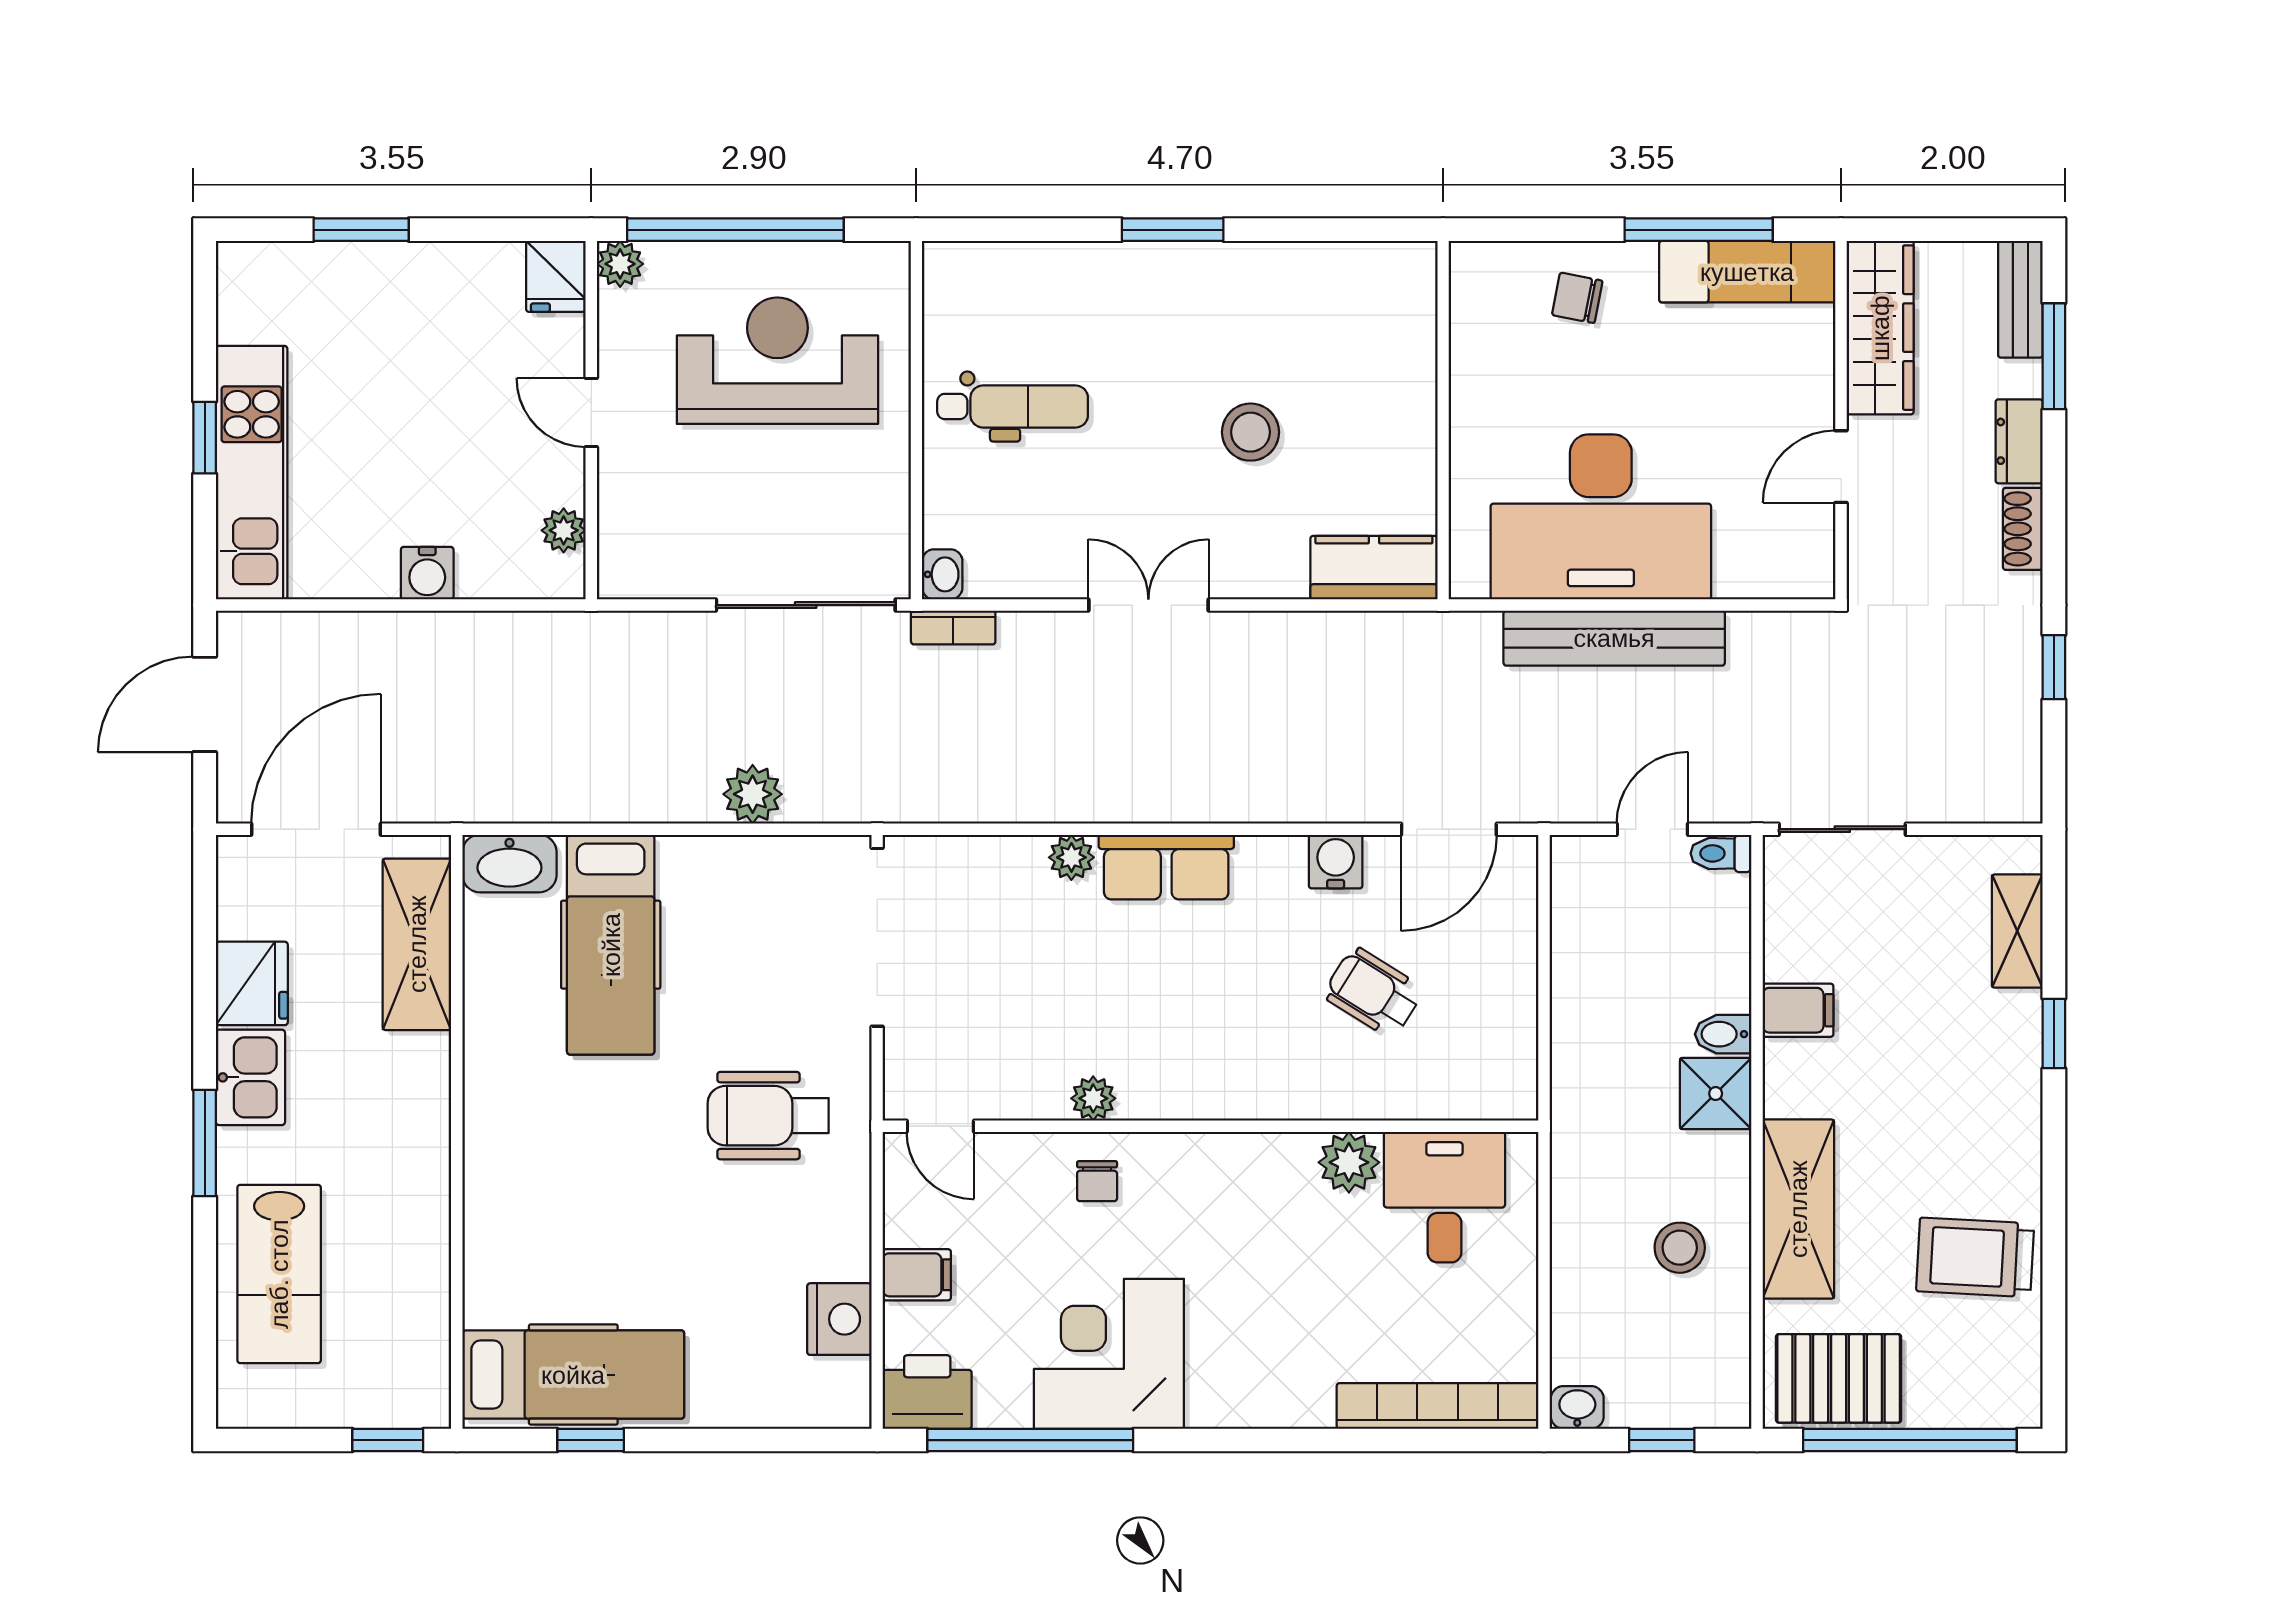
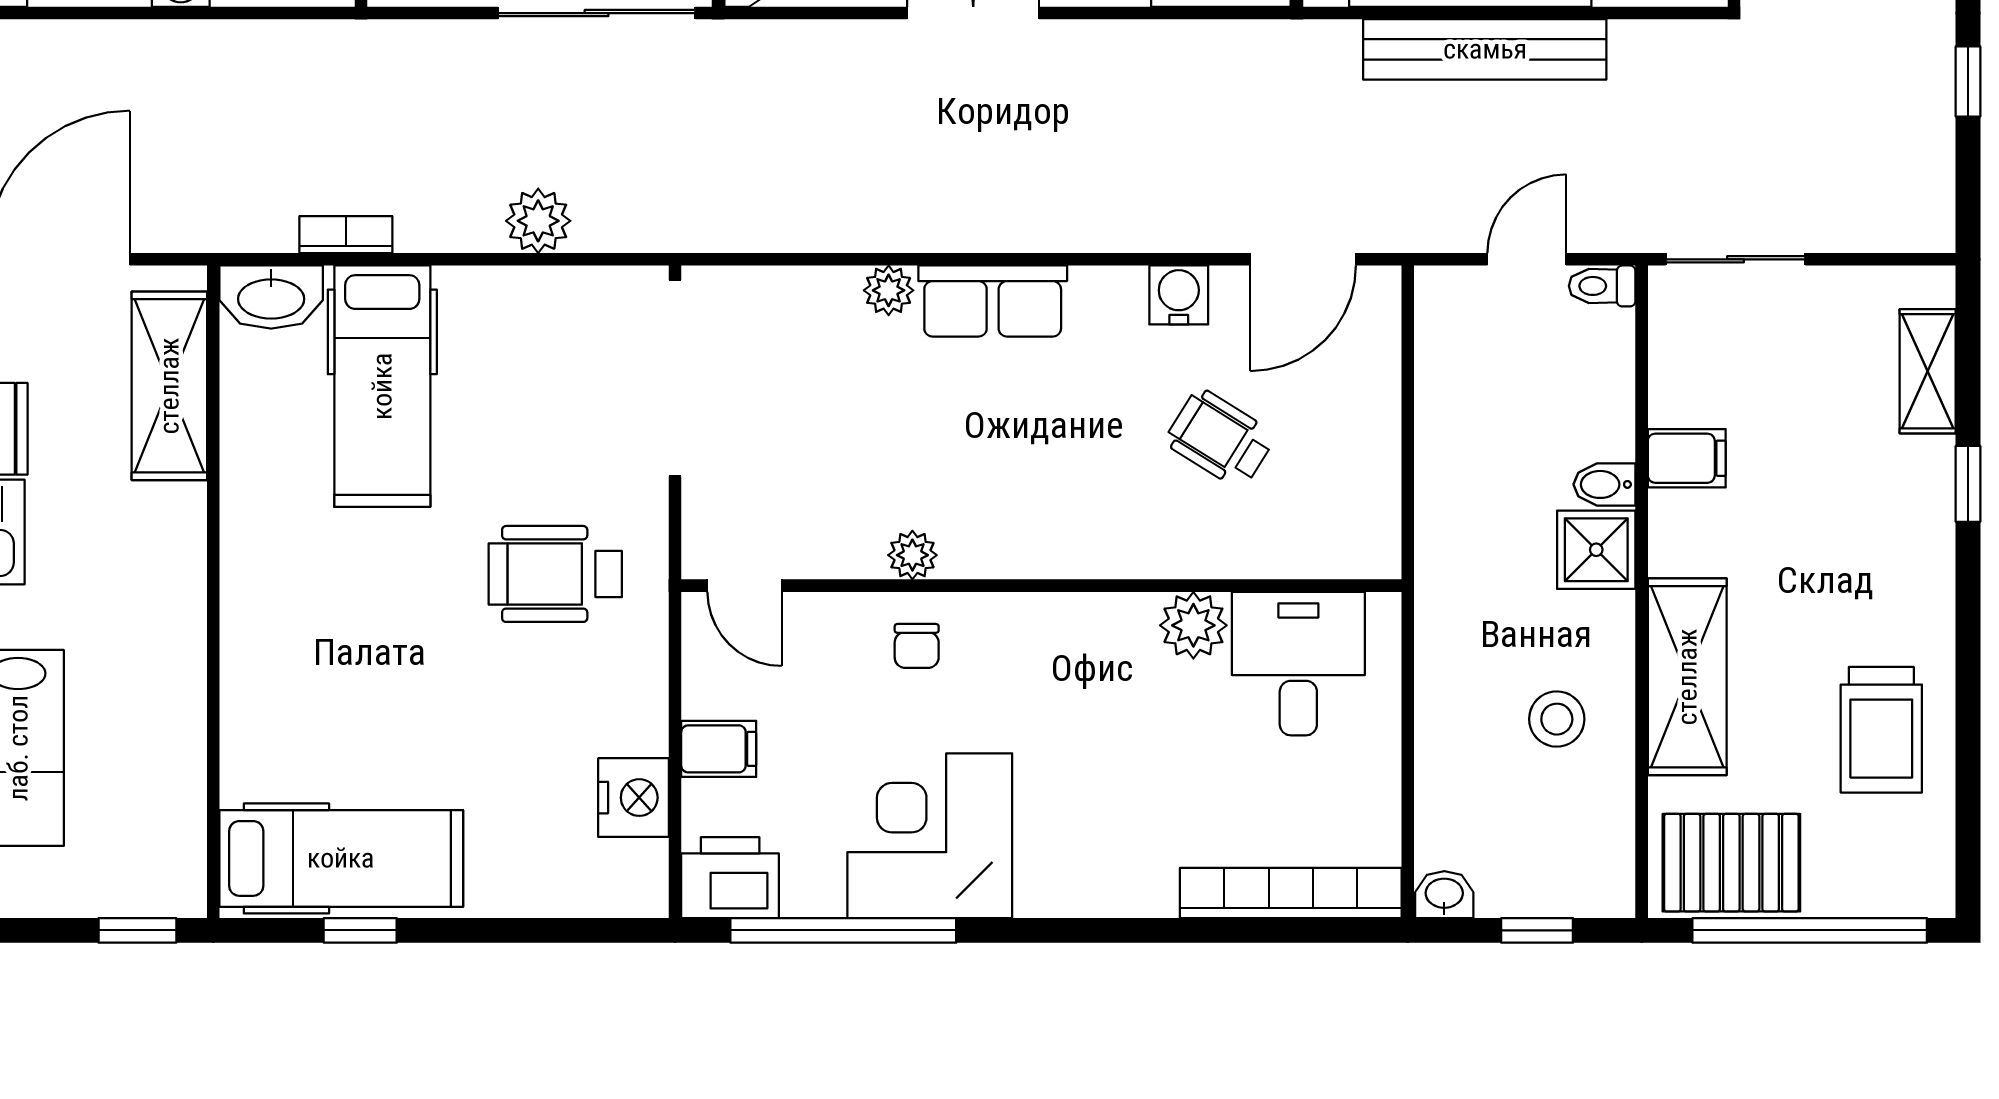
bookcase: (953, 628) -> (346, 235), moved, turned 180
trolley: (1975, 1257) -> (1881, 730), turned -93

